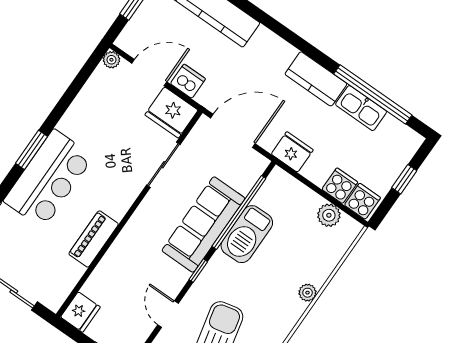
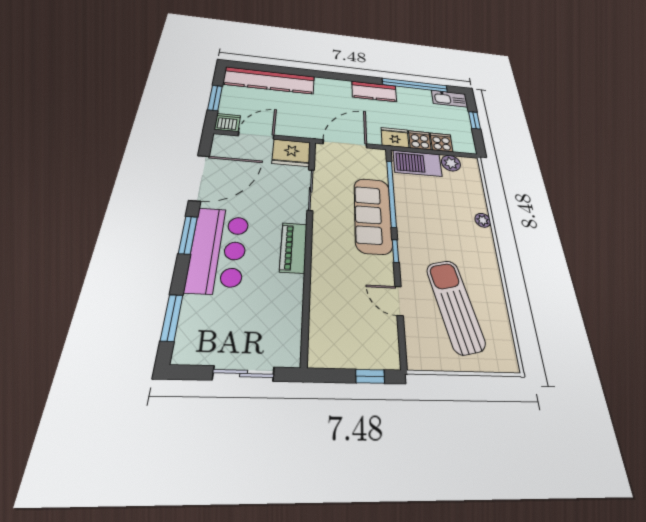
plant: (111, 60) -> (220, 140), removed
dishwasher: (188, 81) -> (227, 123), moved
door: (70, 95) -> (199, 178), added
kitchen sink: (361, 108) -> (449, 99), moved
cooker: (362, 201) -> (420, 140), moved
barbecue: (247, 234) -> (417, 163), moved, turned 90
piano: (94, 239) -> (293, 248), moved
fridge: (80, 312) -> (323, 350), removed

